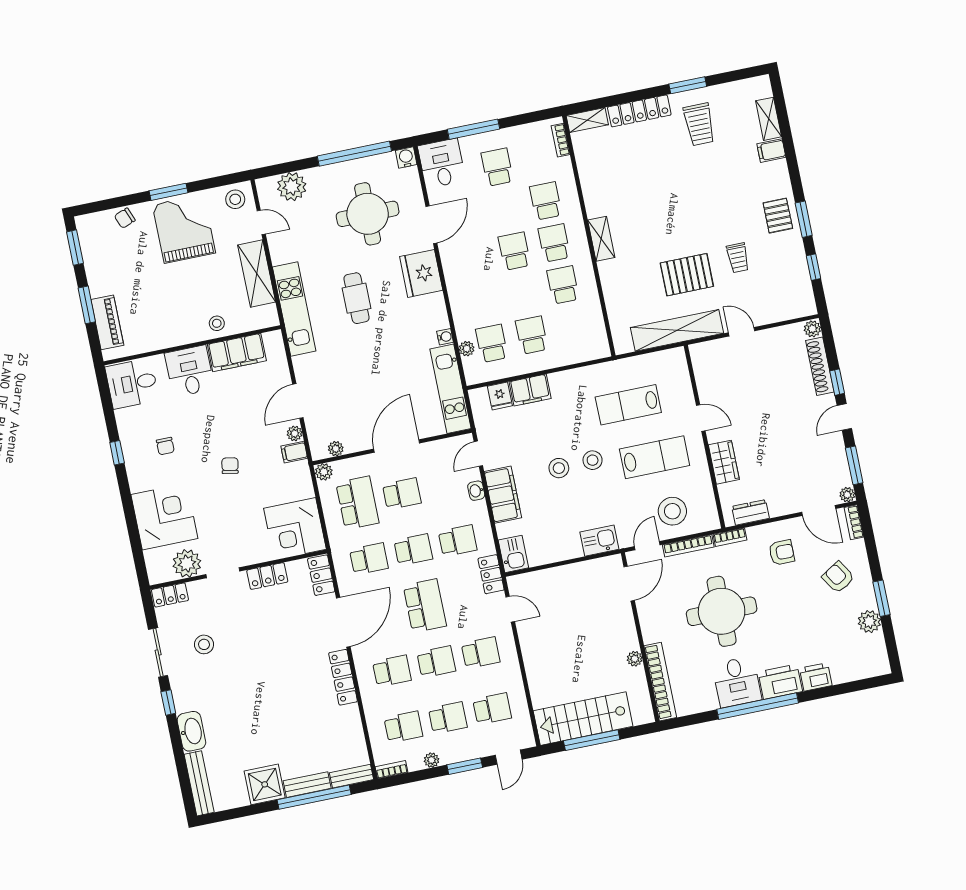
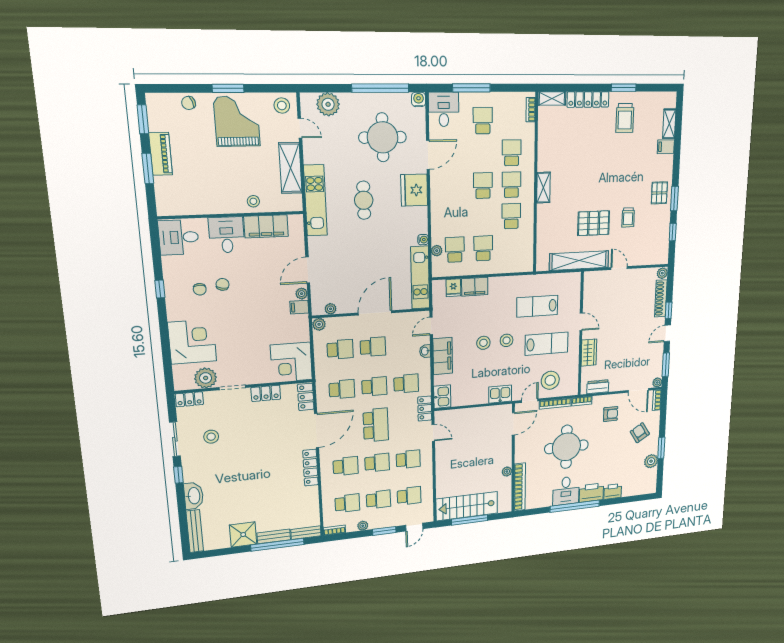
piano: (107, 322) -> (161, 154), moved
chair: (230, 466) -> (223, 284), moved
school desk: (357, 503) -> (340, 349), width x0.54

